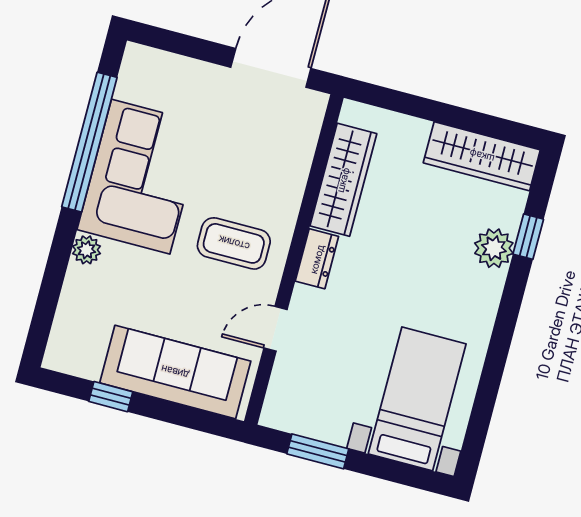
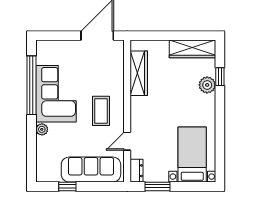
coffee table: (234, 243) -> (101, 111), turned 90
dresser: (317, 259) -> (136, 171), moved

